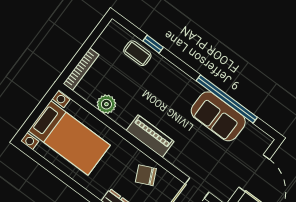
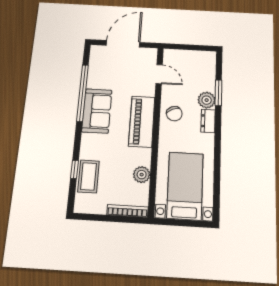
coffee table: (137, 53) -> (89, 176), width x1.36, depth x1.30
sofa: (218, 116) -> (97, 111), moved
piano: (150, 136) -> (142, 121), width x1.37, depth x1.33

